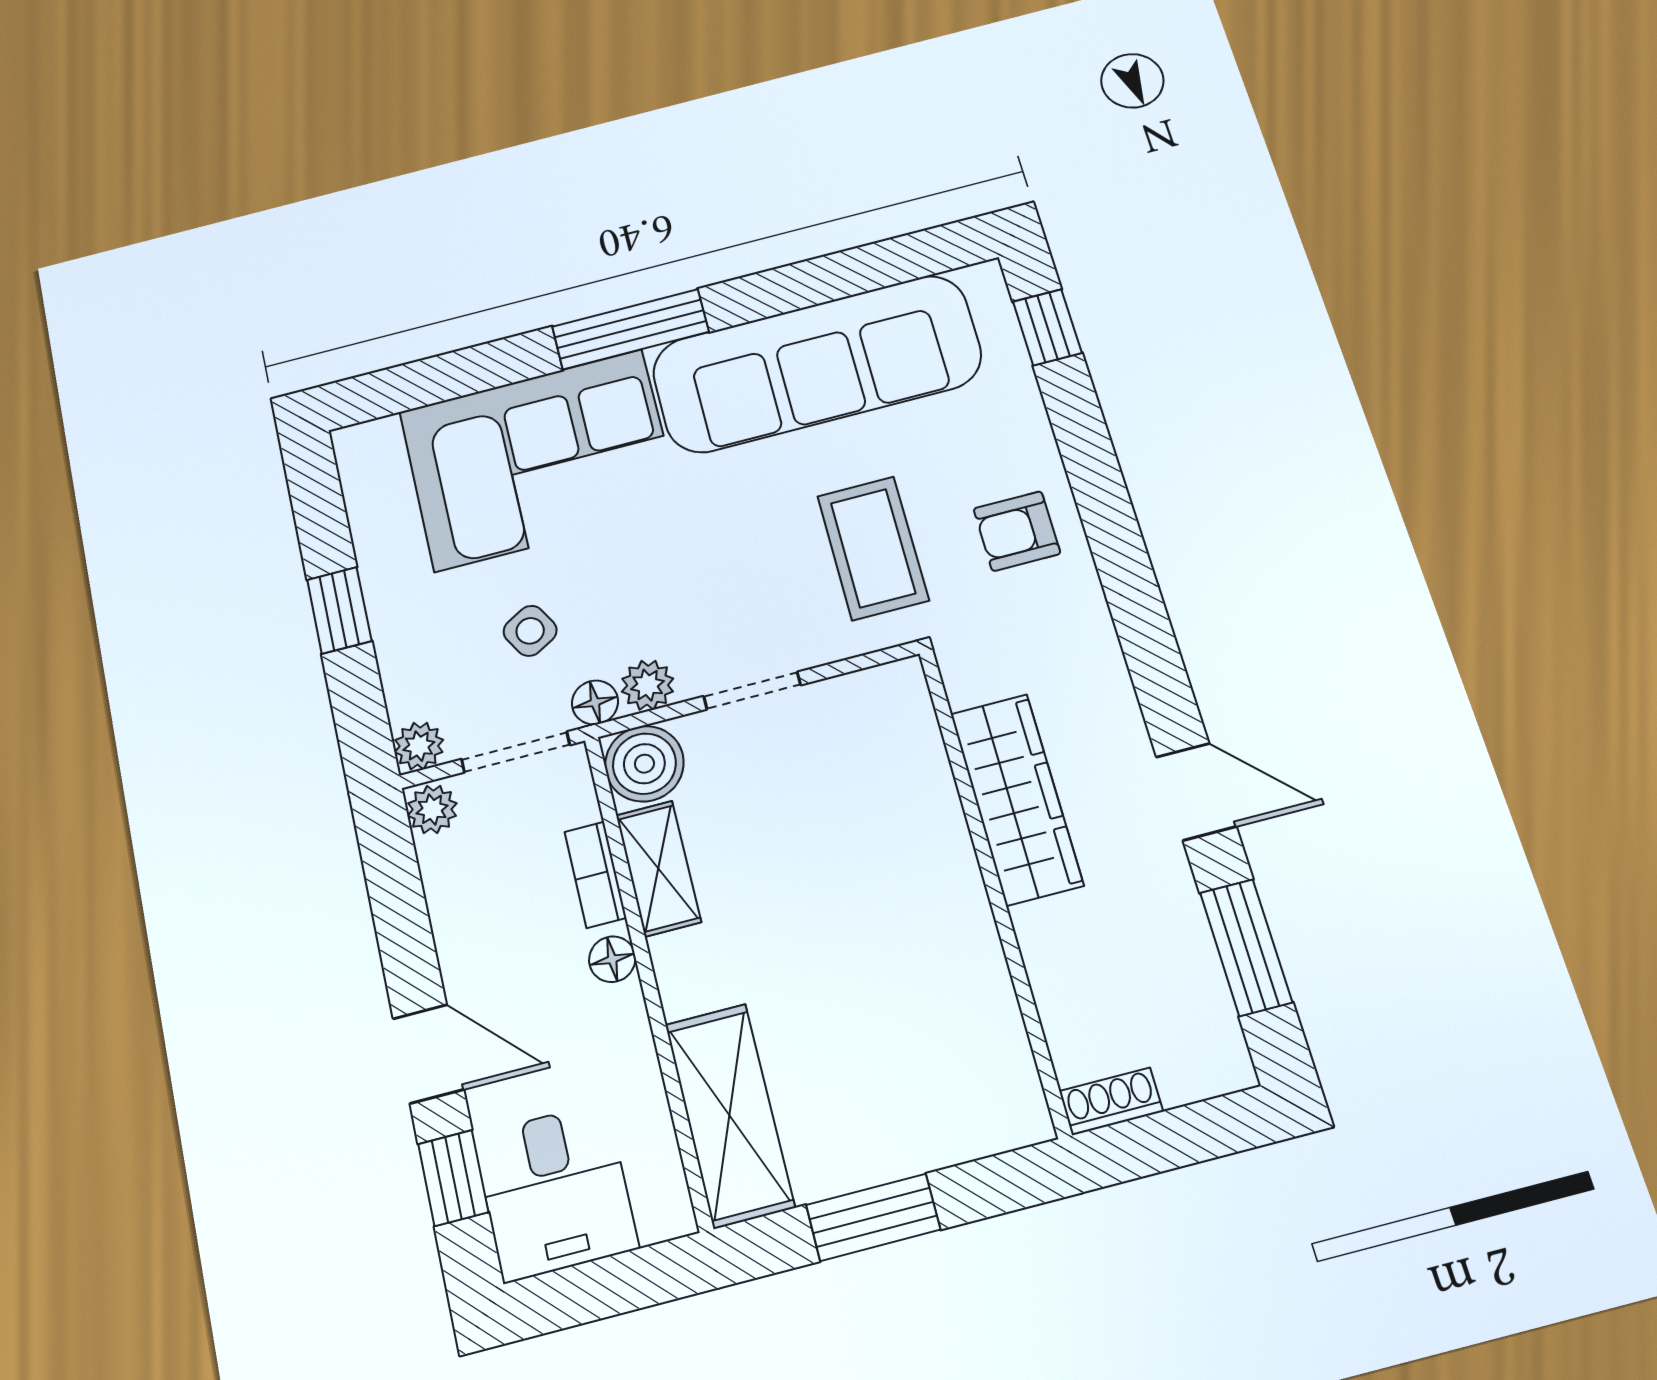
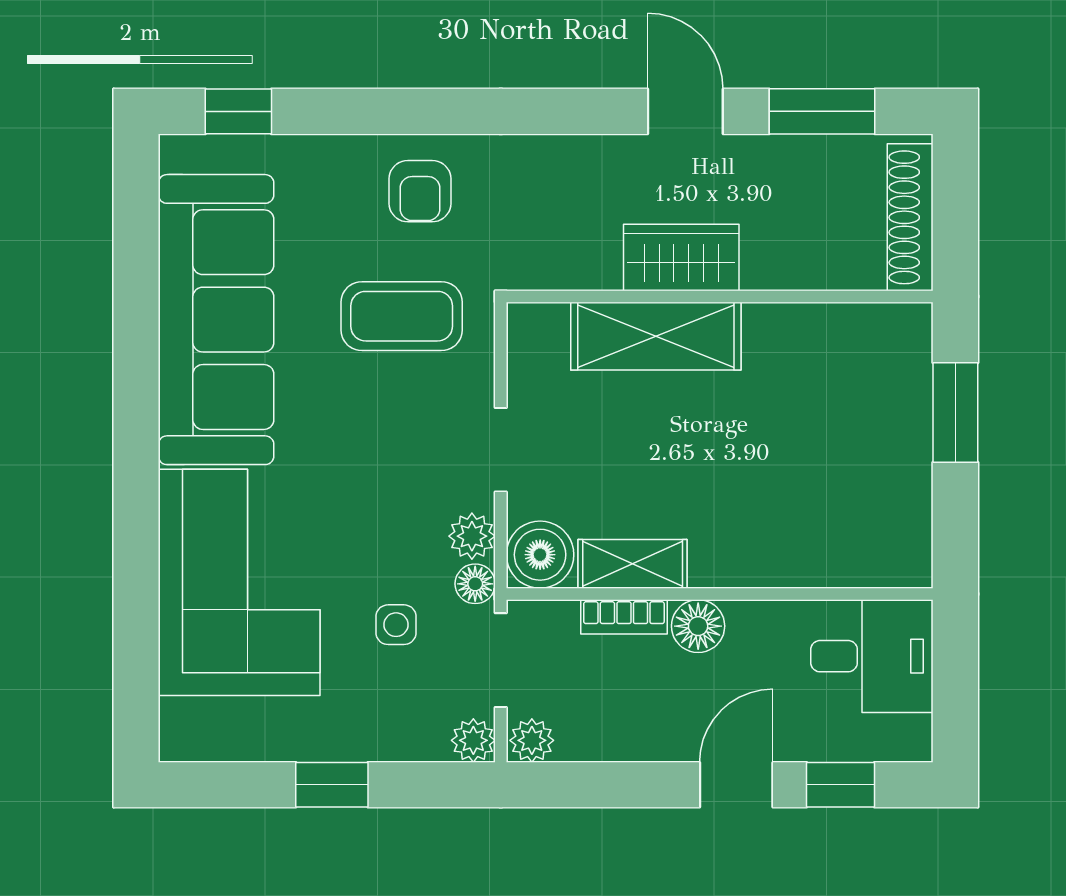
window: (630, 329) -> (136, 474), removed
side table: (530, 631) -> (396, 625), turned 30
door: (1196, 792) -> (685, 111), hinge flipped
wardrobe: (1016, 799) -> (681, 258), width x0.67
floor lamp: (612, 959) -> (698, 626), width x1.37, depth x1.37
shoe rack: (1111, 1101) -> (910, 217), width x1.94, depth x1.24
shelving: (730, 1115) -> (656, 336), moved
desk: (555, 1191) -> (872, 656), moved
window: (873, 1217) -> (955, 412), moved

